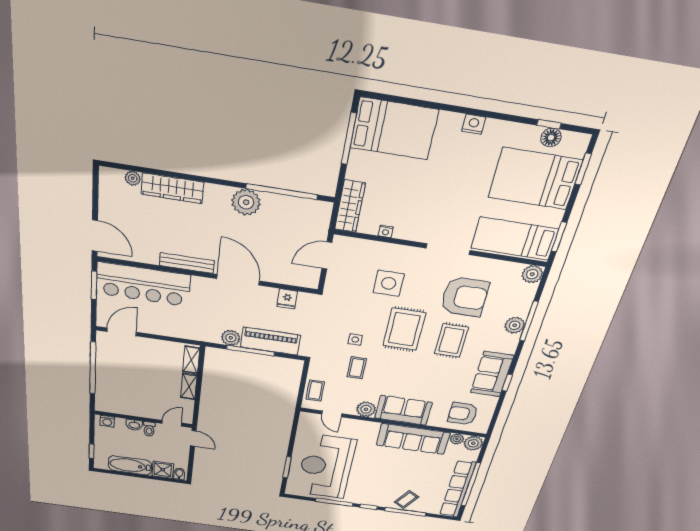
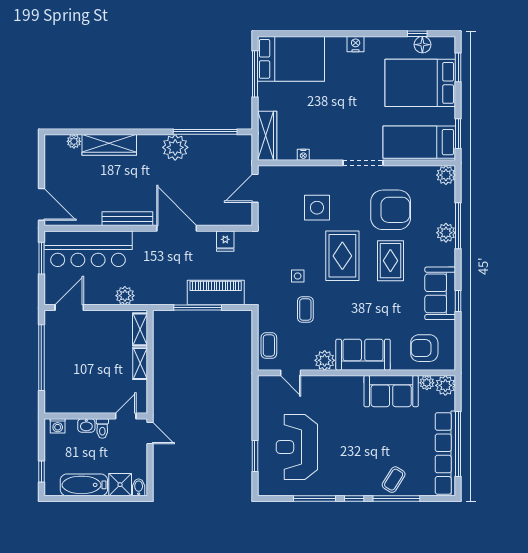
plant: (231, 338) -> (125, 296), moved
sofa: (413, 439) -> (391, 391), width x0.73
reception desk: (326, 467) -> (297, 447), width x0.74, depth x0.77

